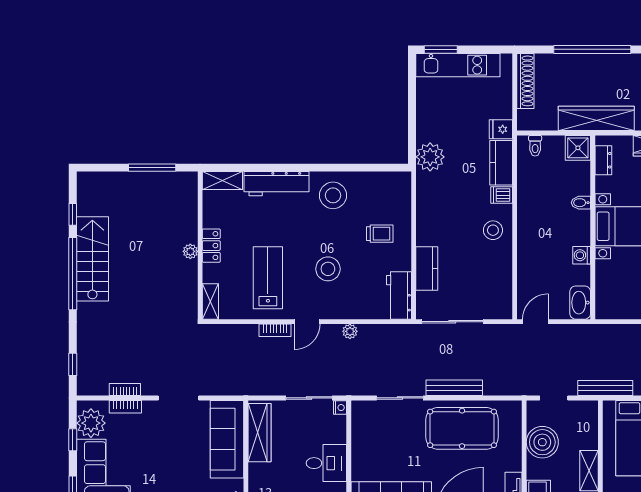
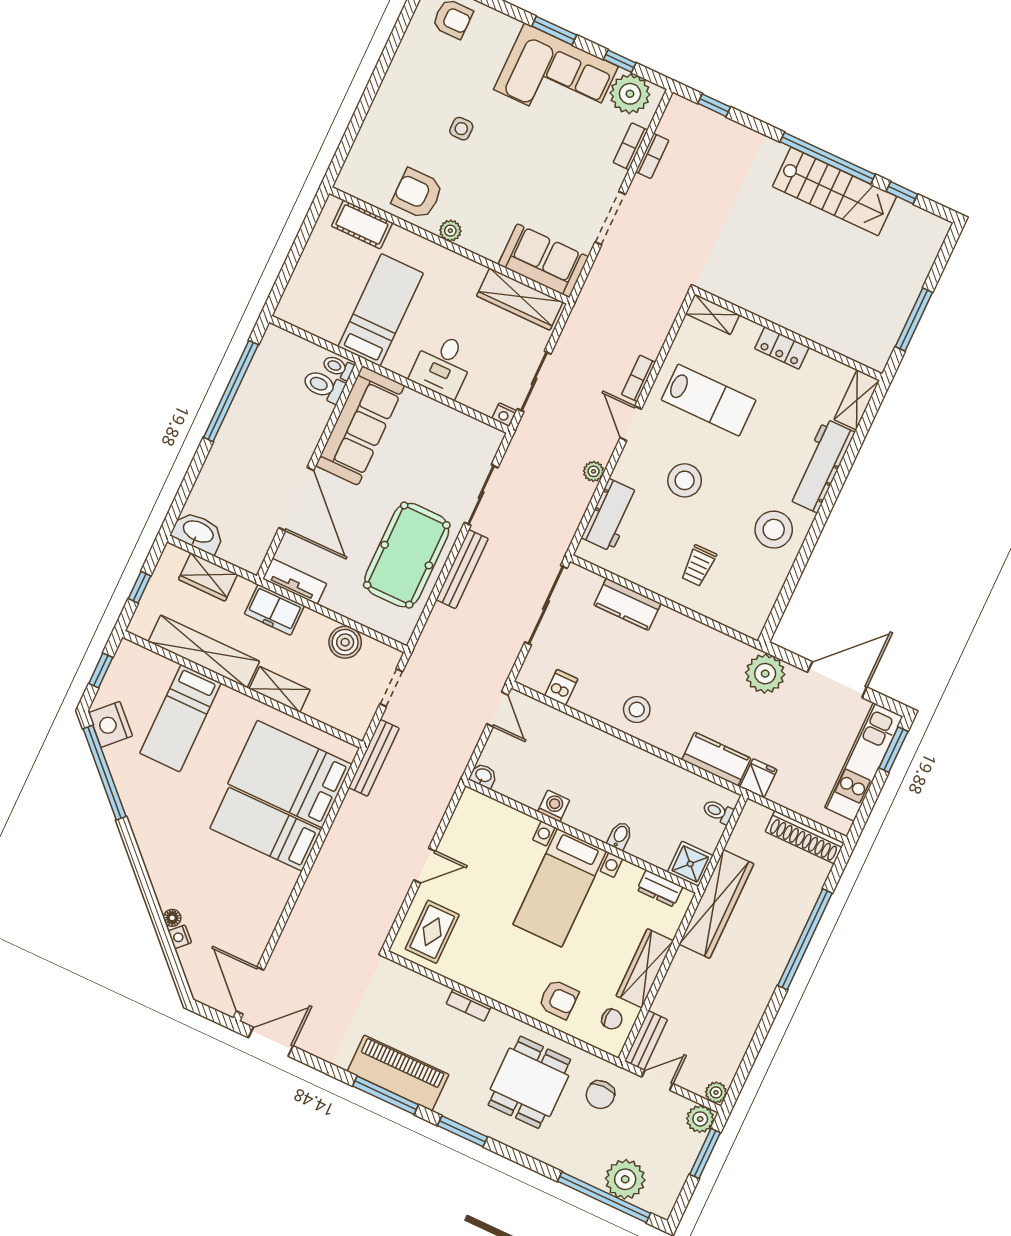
door: (412, 108) -> (837, 680), added
dishwasher: (502, 195) -> (561, 687), moved
plant: (190, 251) -> (787, 318), removed
workbench: (399, 295) -> (610, 515), moved, turned 90
washbasin: (580, 303) -> (483, 776), width x0.52, depth x0.69
sofa: (227, 439) -> (543, 261), width x0.73
boiler: (542, 442) -> (345, 642), width x0.73, depth x0.73

